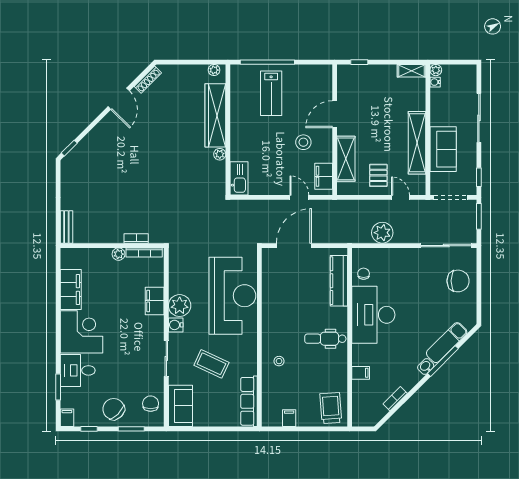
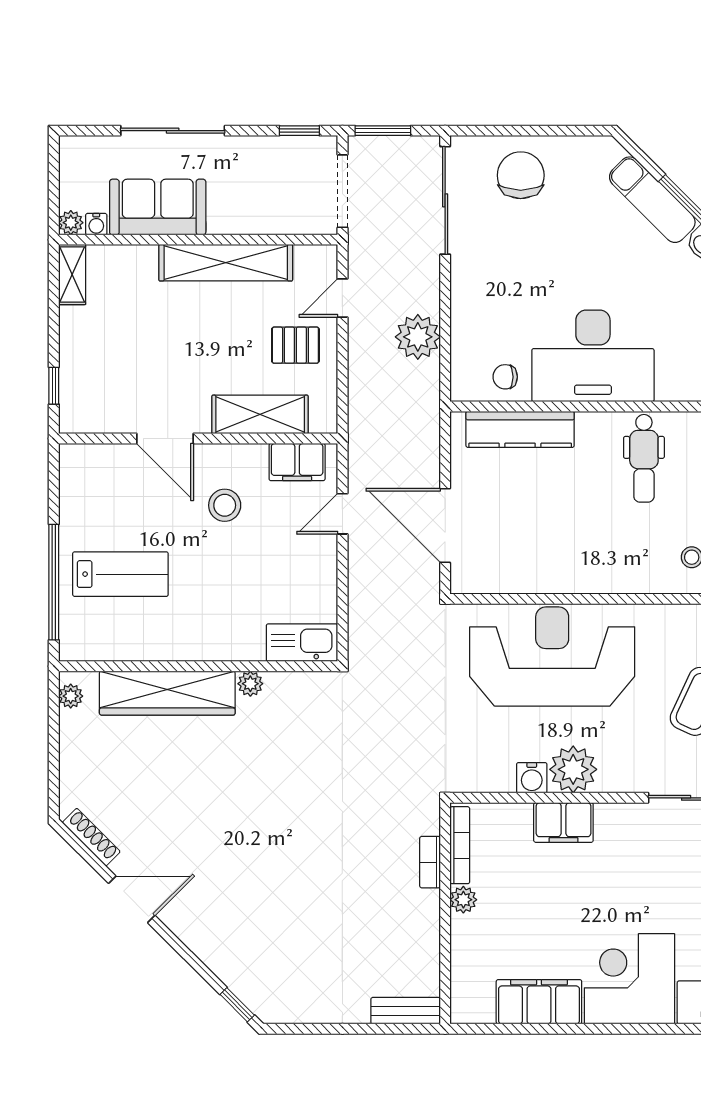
sofa: (443, 149) -> (158, 207), moved
water cooler: (176, 325) -> (532, 778), moved

